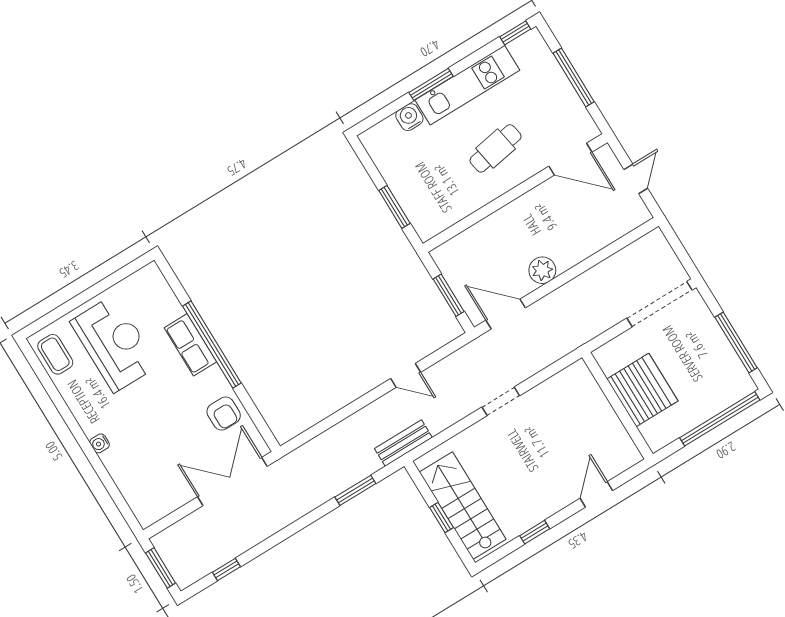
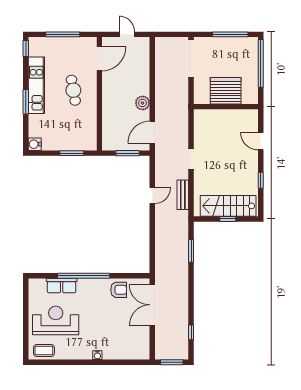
water cooler: (409, 117) -> (35, 144), moved
row of seats: (190, 345) -> (62, 286), moved
bench: (403, 443) -> (183, 195), moved

